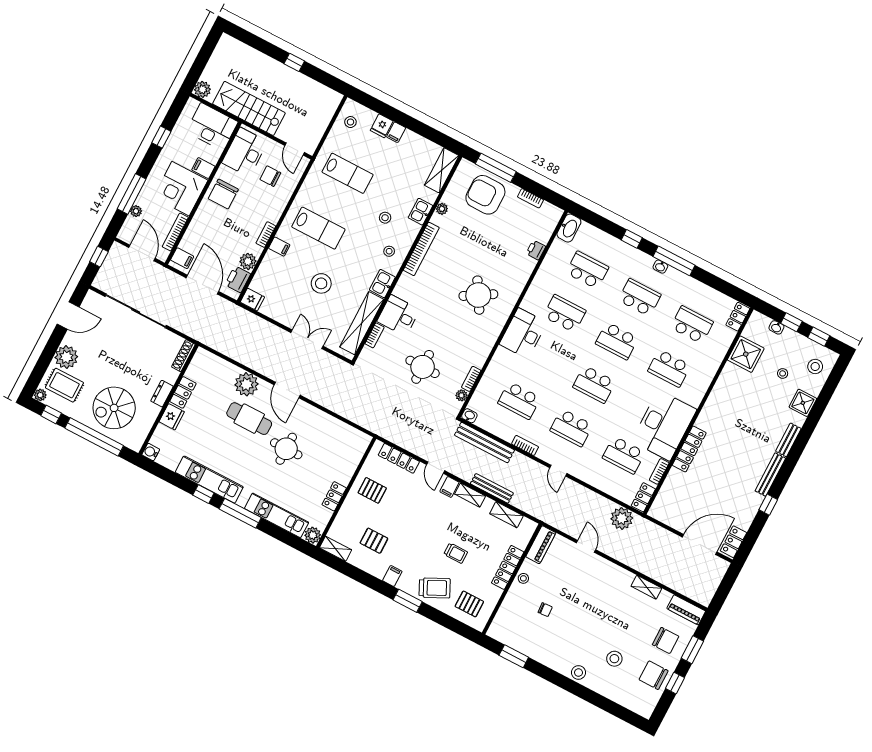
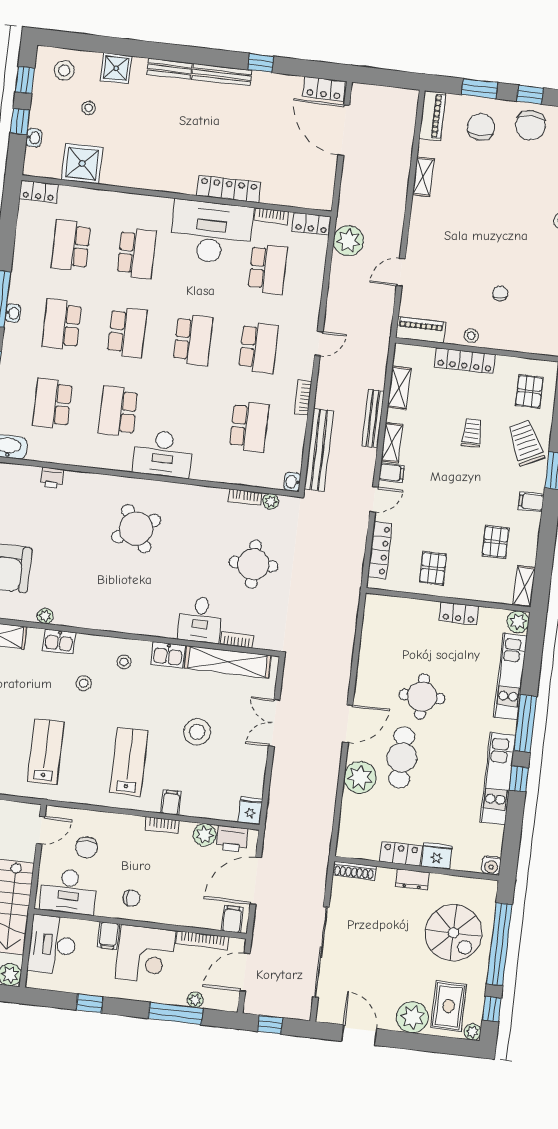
chair: (223, 194) -> (132, 898), width x0.54, depth x0.54
bookcase: (421, 249) -> (106, 623), removed
stool: (614, 659) -> (528, 183), removed

